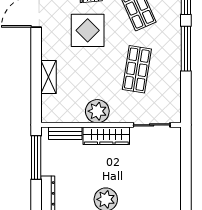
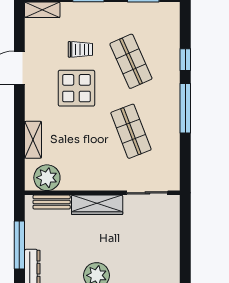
shop shelf: (137, 69) -> (131, 131), turned -30
plant: (97, 111) -> (47, 178), moved
window: (36, 158) -> (19, 245), moved

